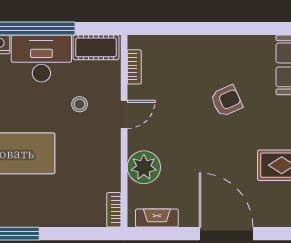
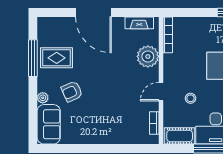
armchair: (226, 101) -> (72, 92), moved
bookcase: (114, 210) -> (168, 35), width x1.56

